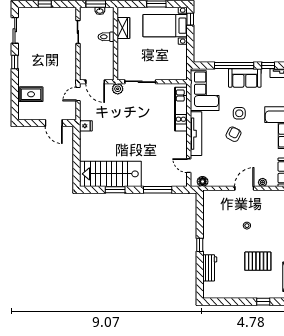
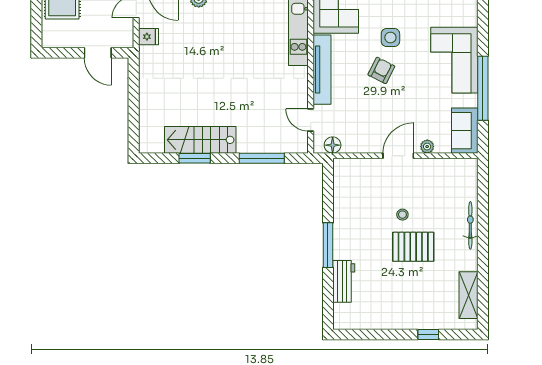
fridge: (86, 126) -> (148, 37), moved
stairs: (110, 174) -> (200, 140), width x0.73, depth x0.66
window: (200, 245) -> (328, 245), width x2.17
pallet: (258, 261) -> (413, 247), moved

